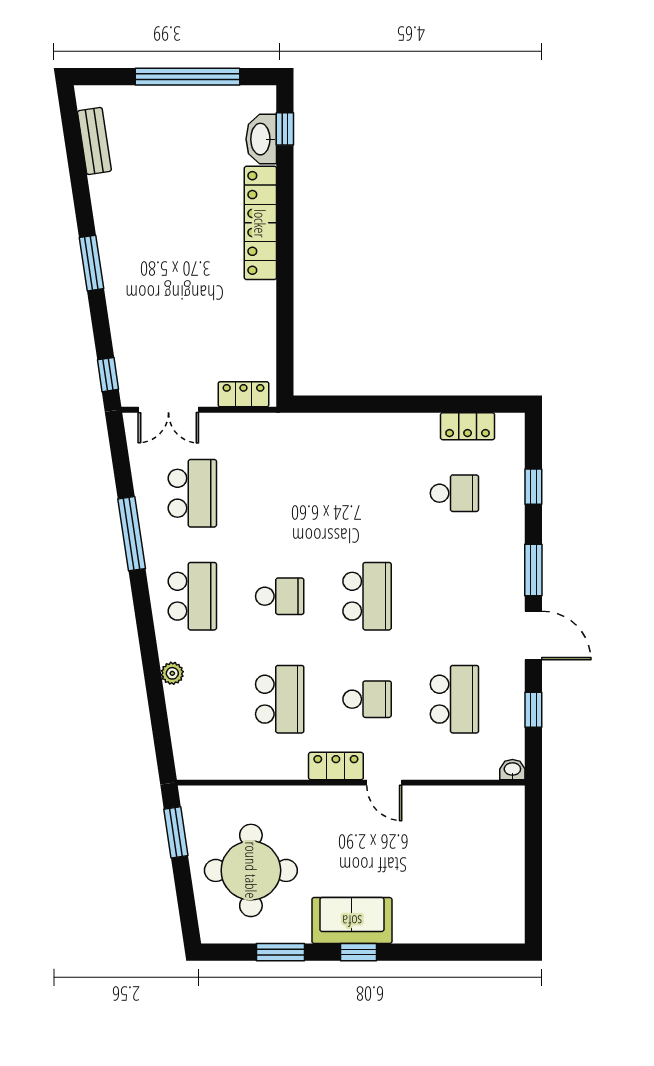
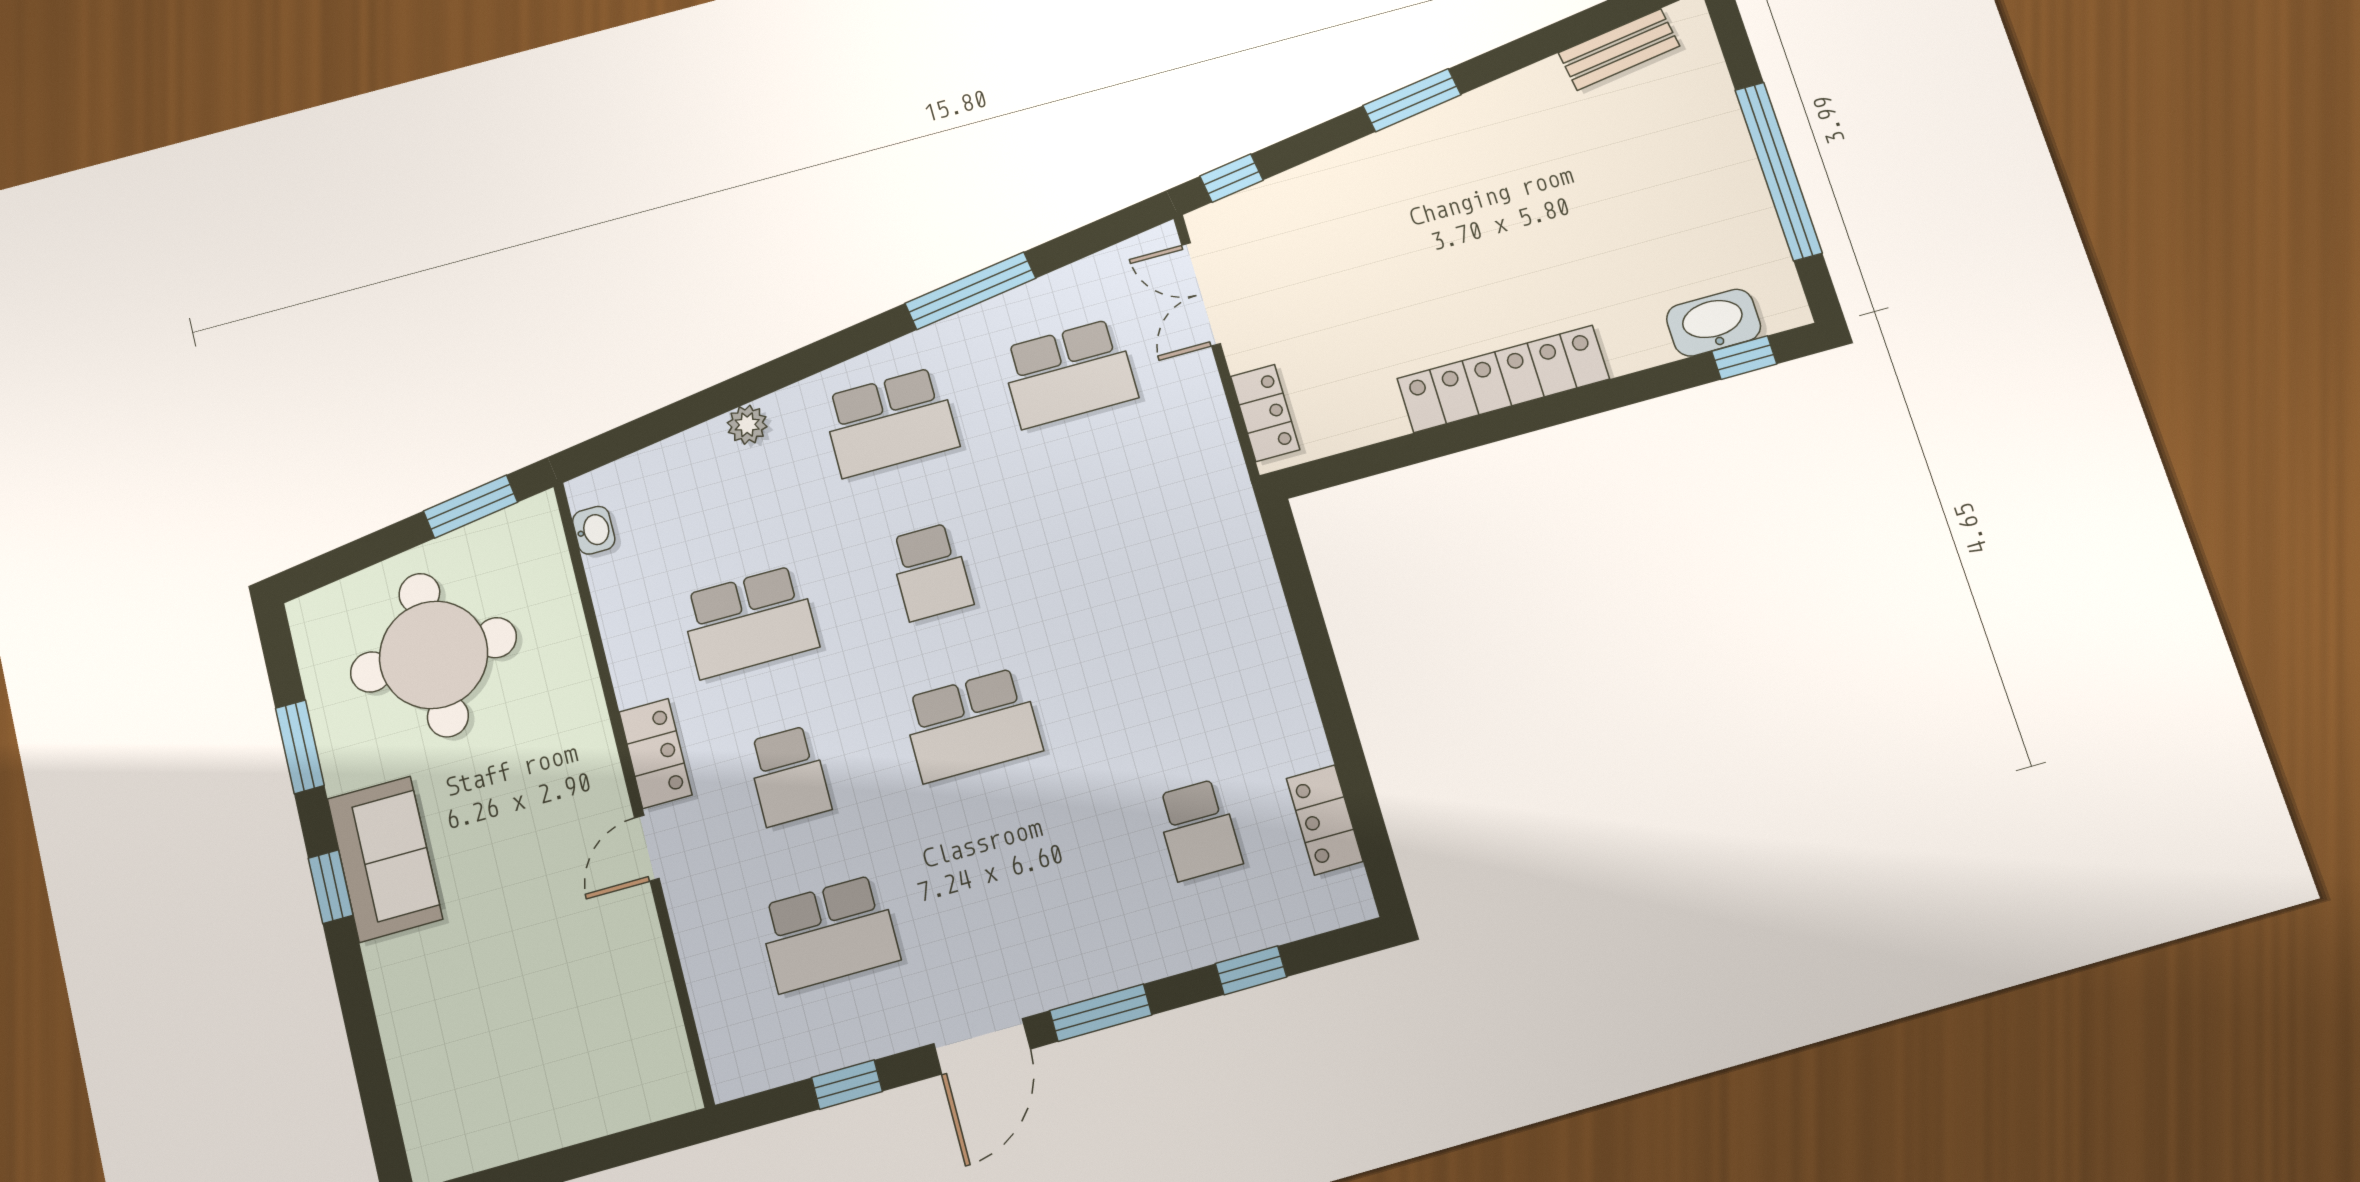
locker: (260, 223) -> (1503, 379), moved
washbasin: (512, 770) -> (594, 530), moved

